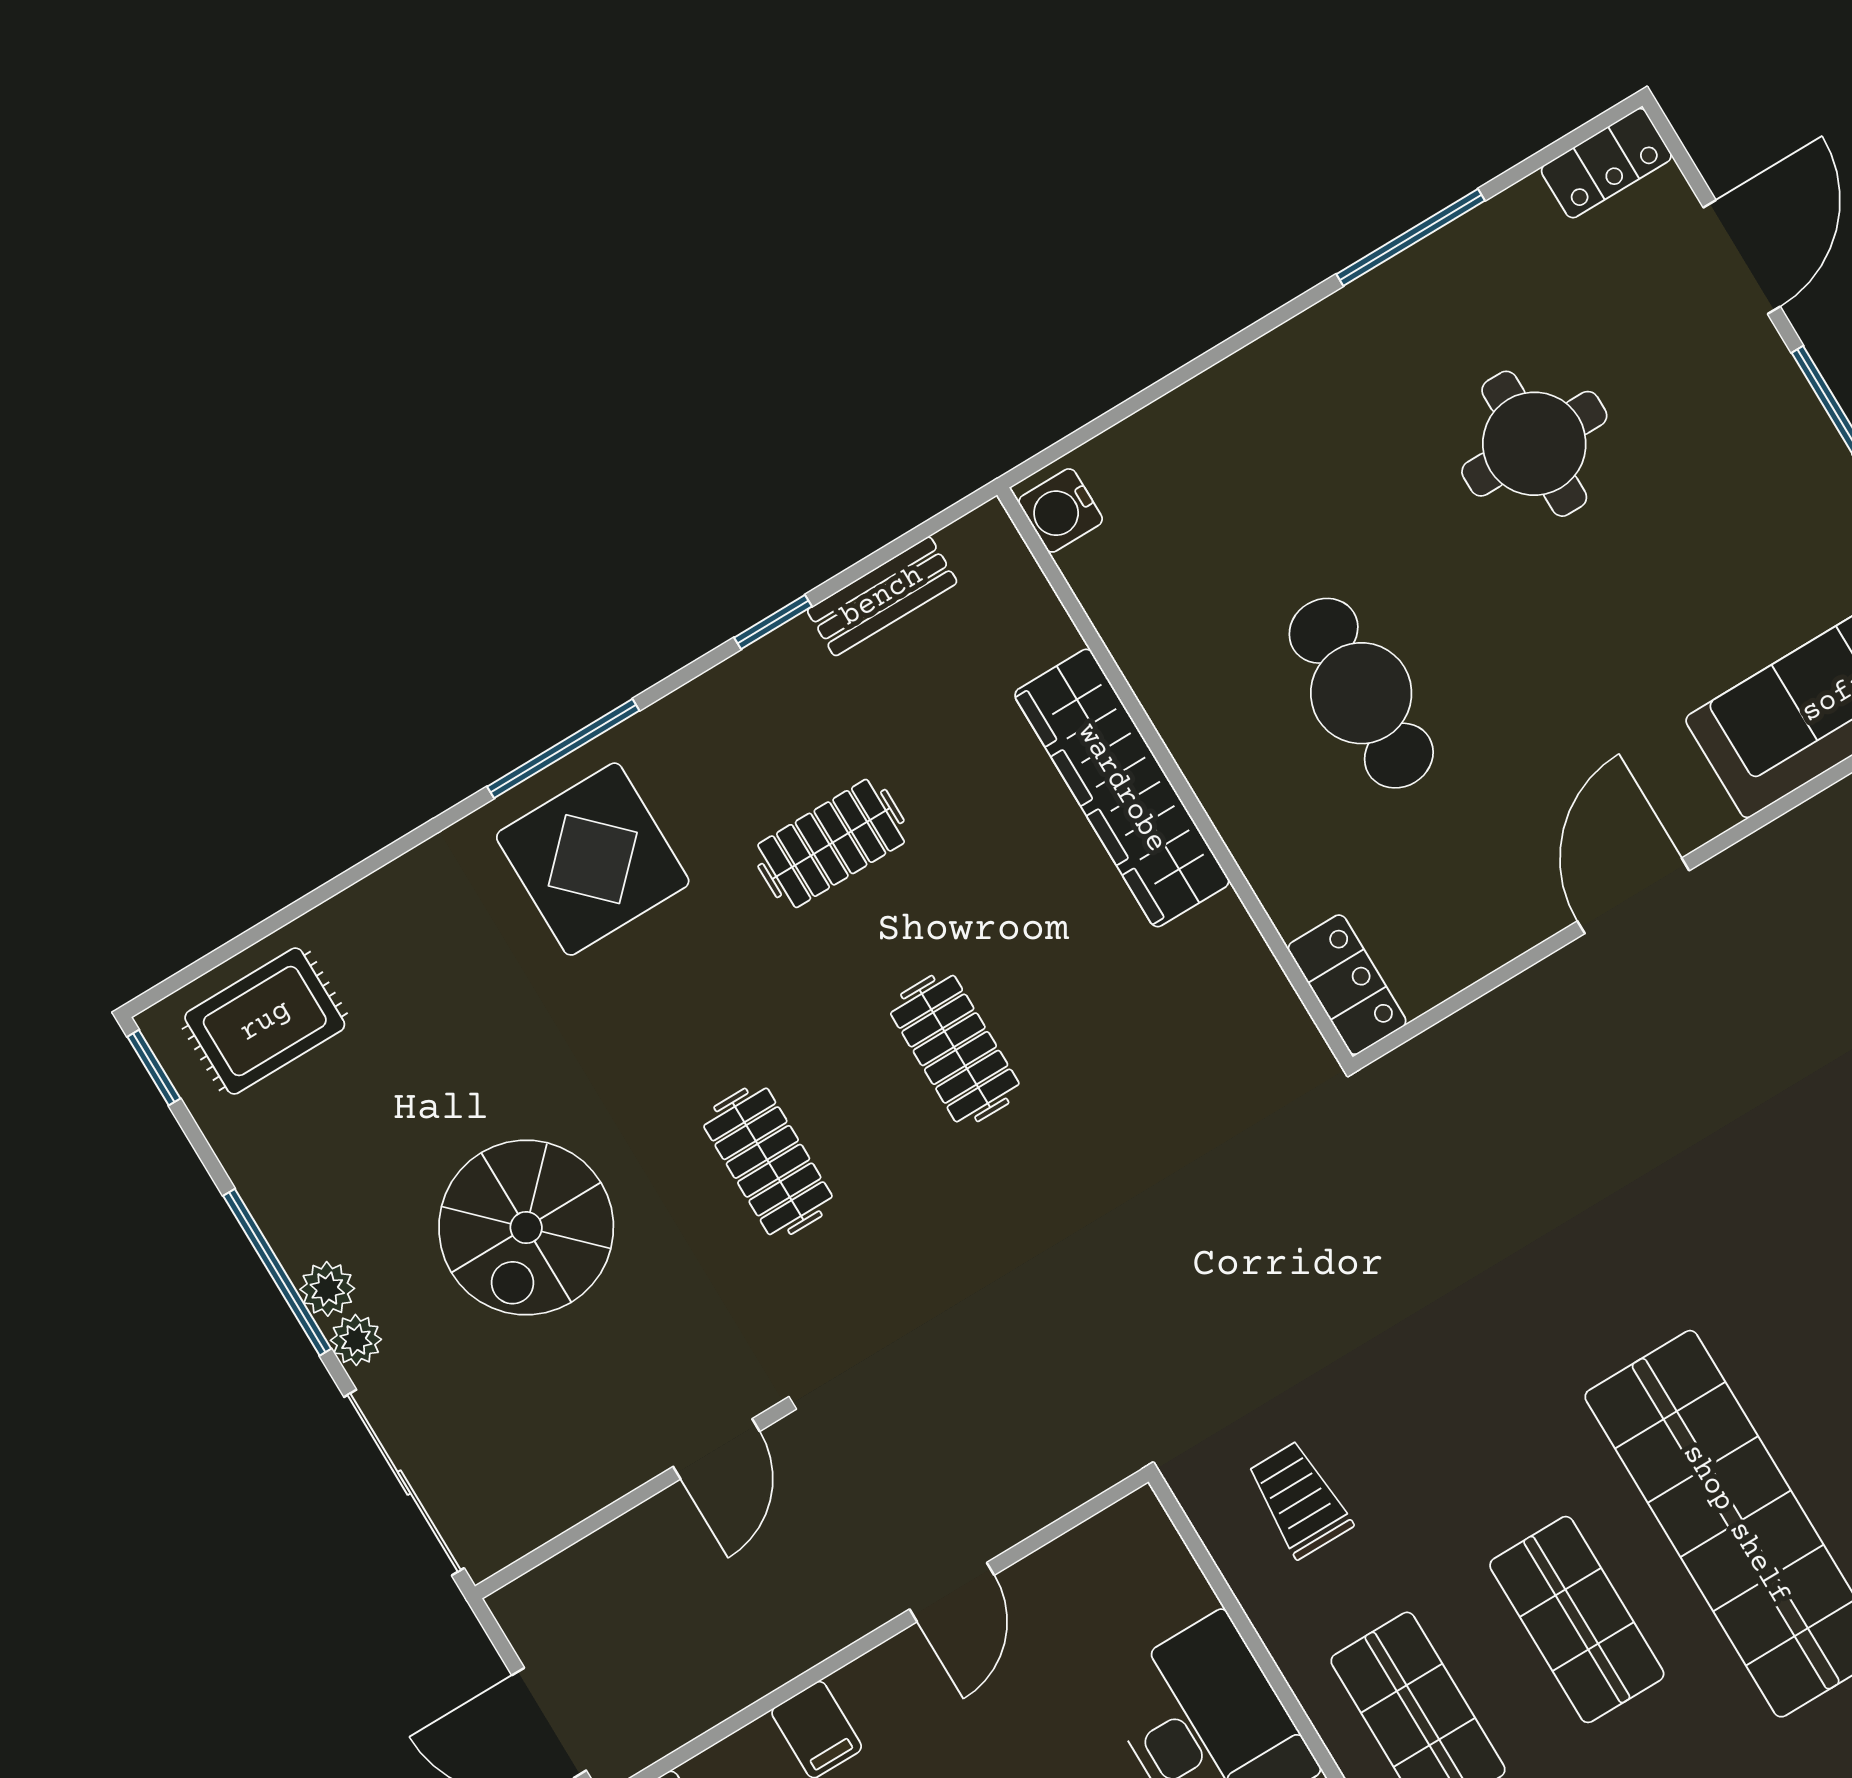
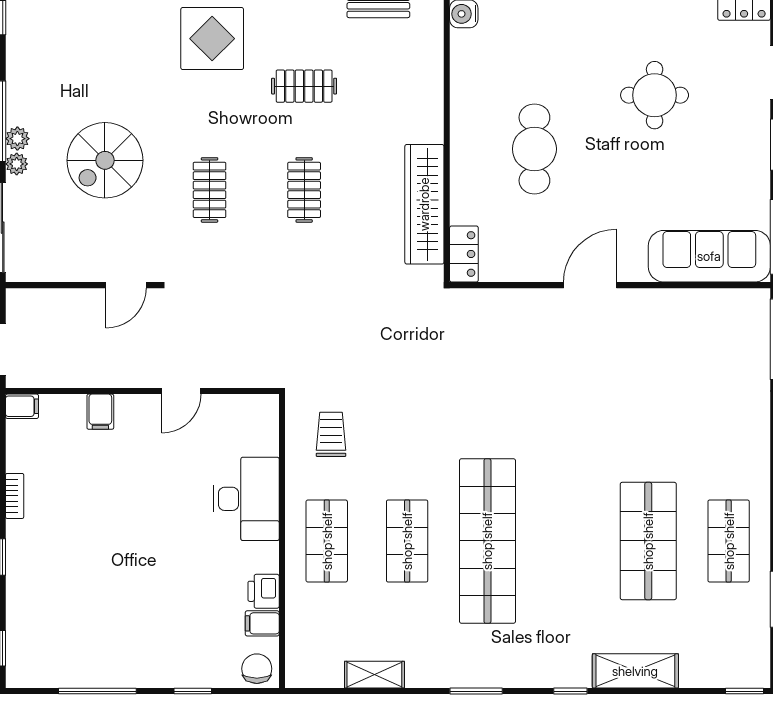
wardrobe: (1122, 788) -> (424, 204), moved
rug: (265, 1021) -> (54, 25), removed

